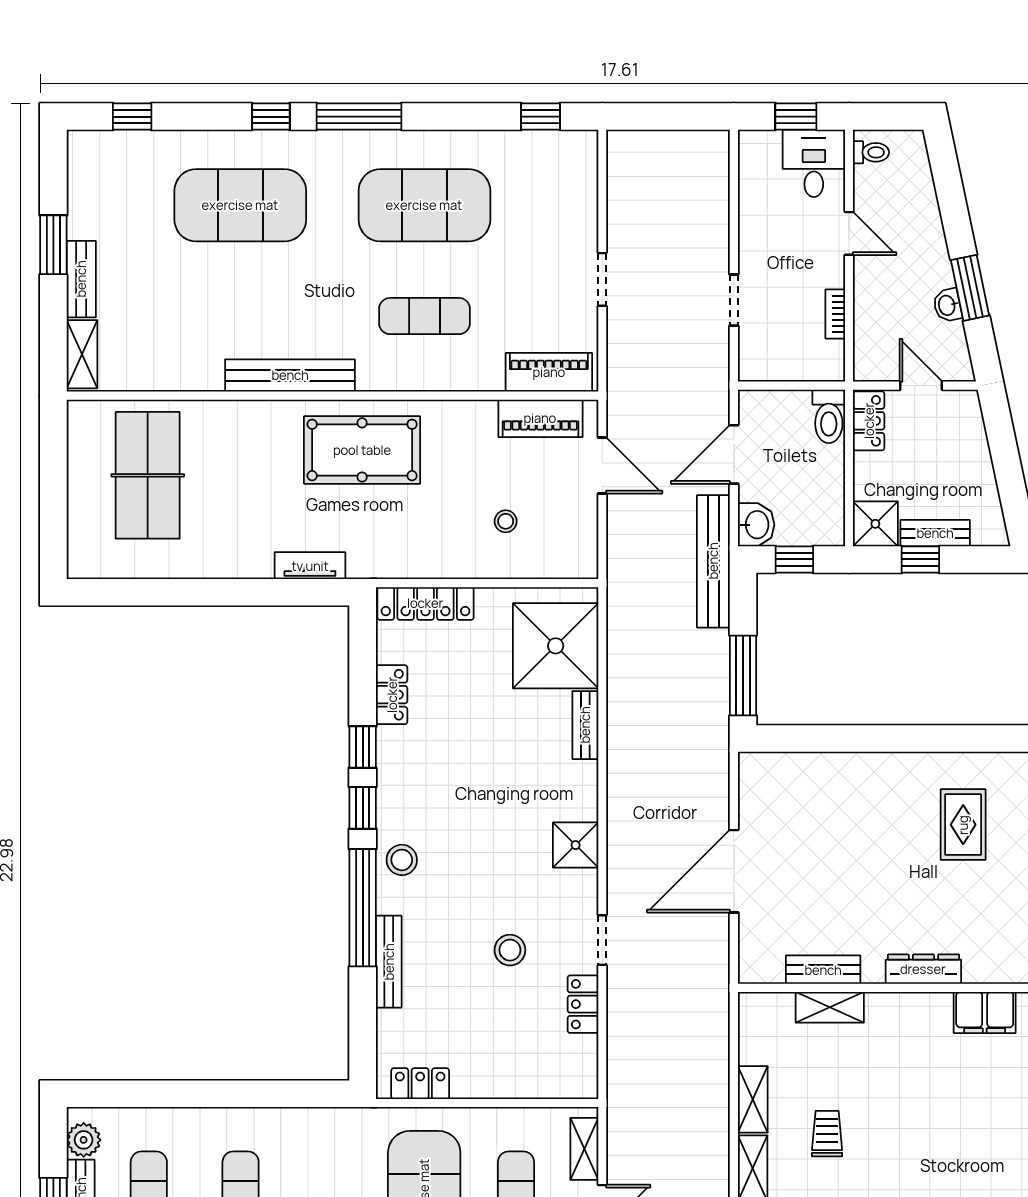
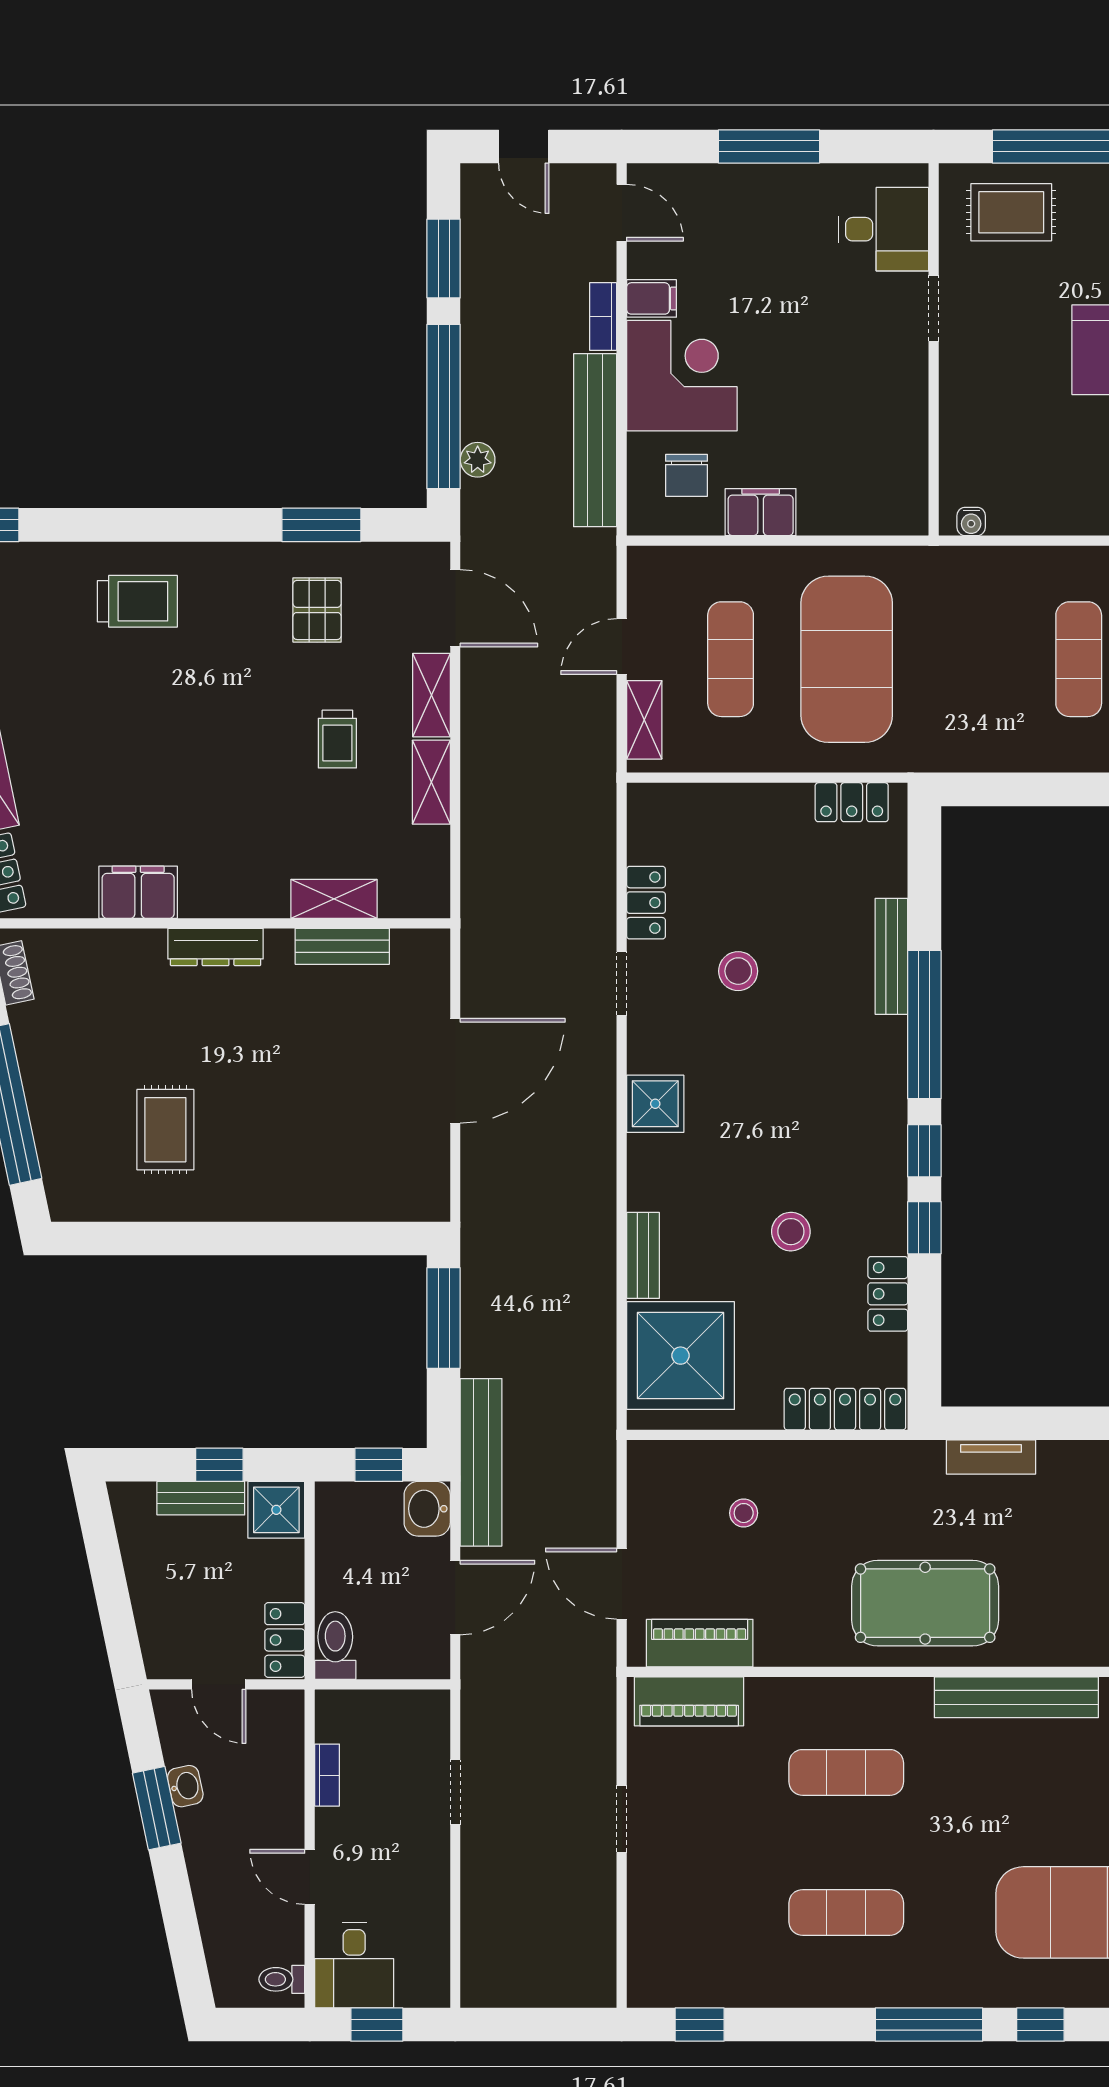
exercise mat: (424, 205) -> (846, 1912), width x0.50, depth x0.69
stool: (402, 860) -> (791, 1232), moved

